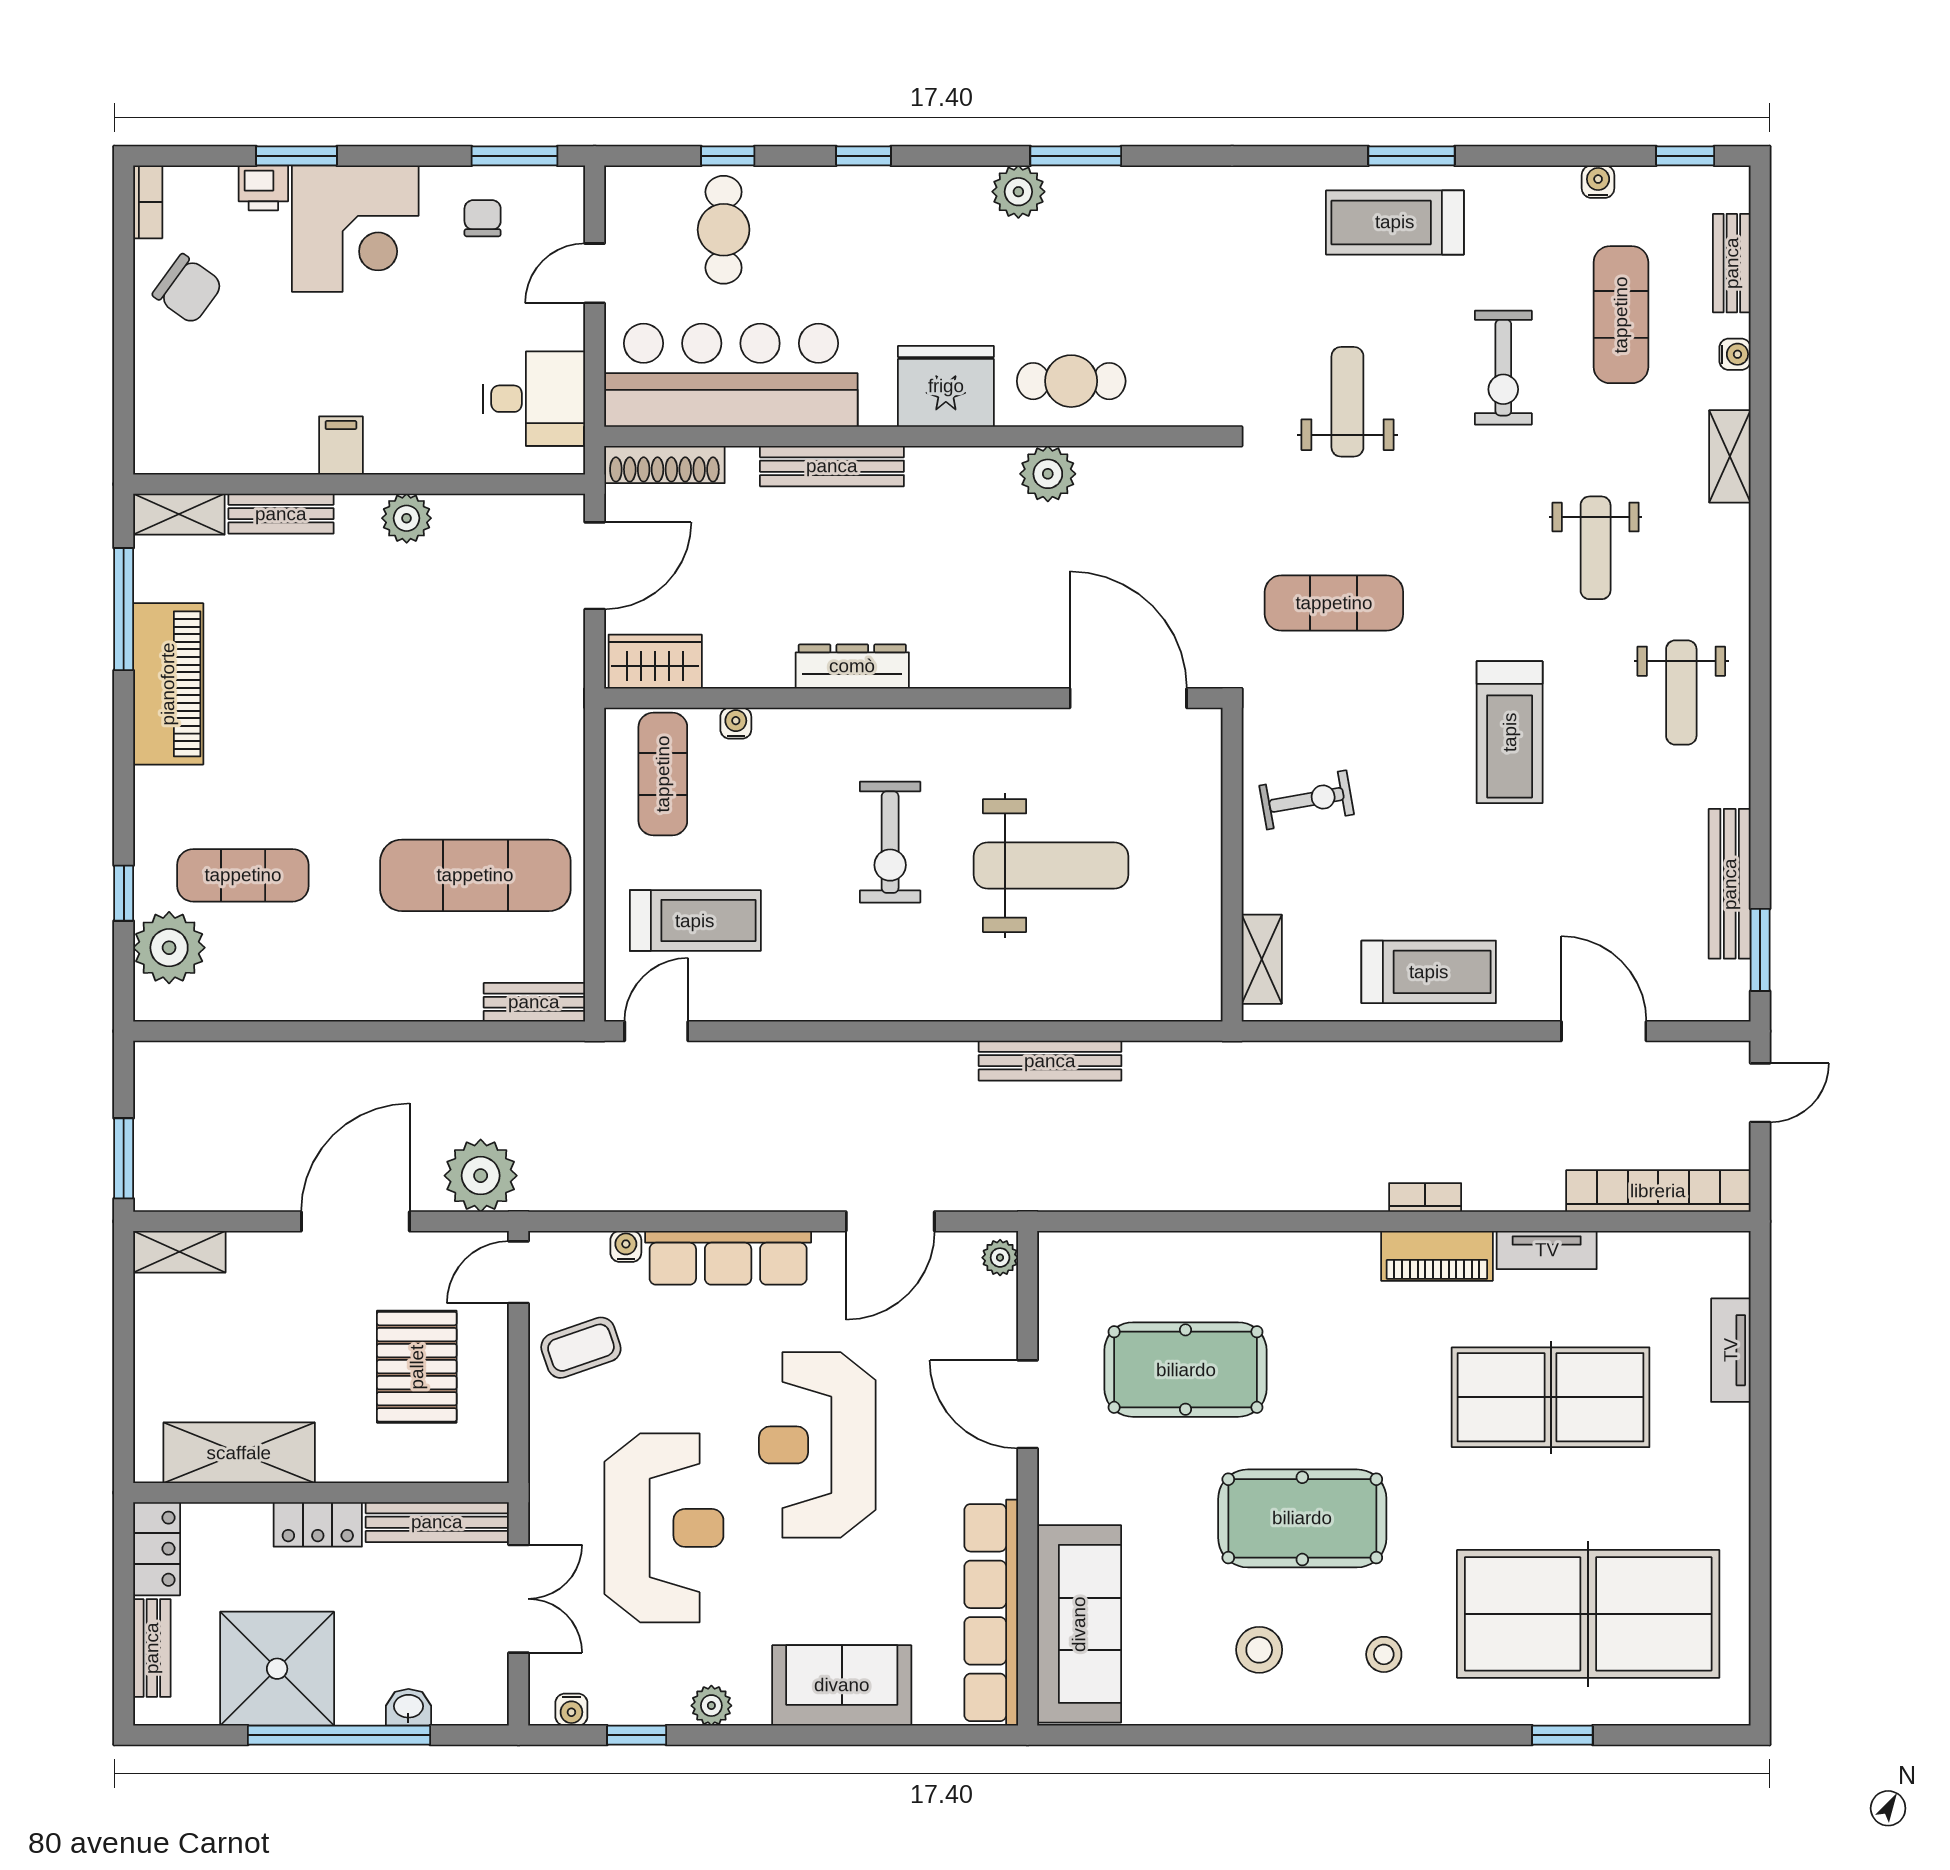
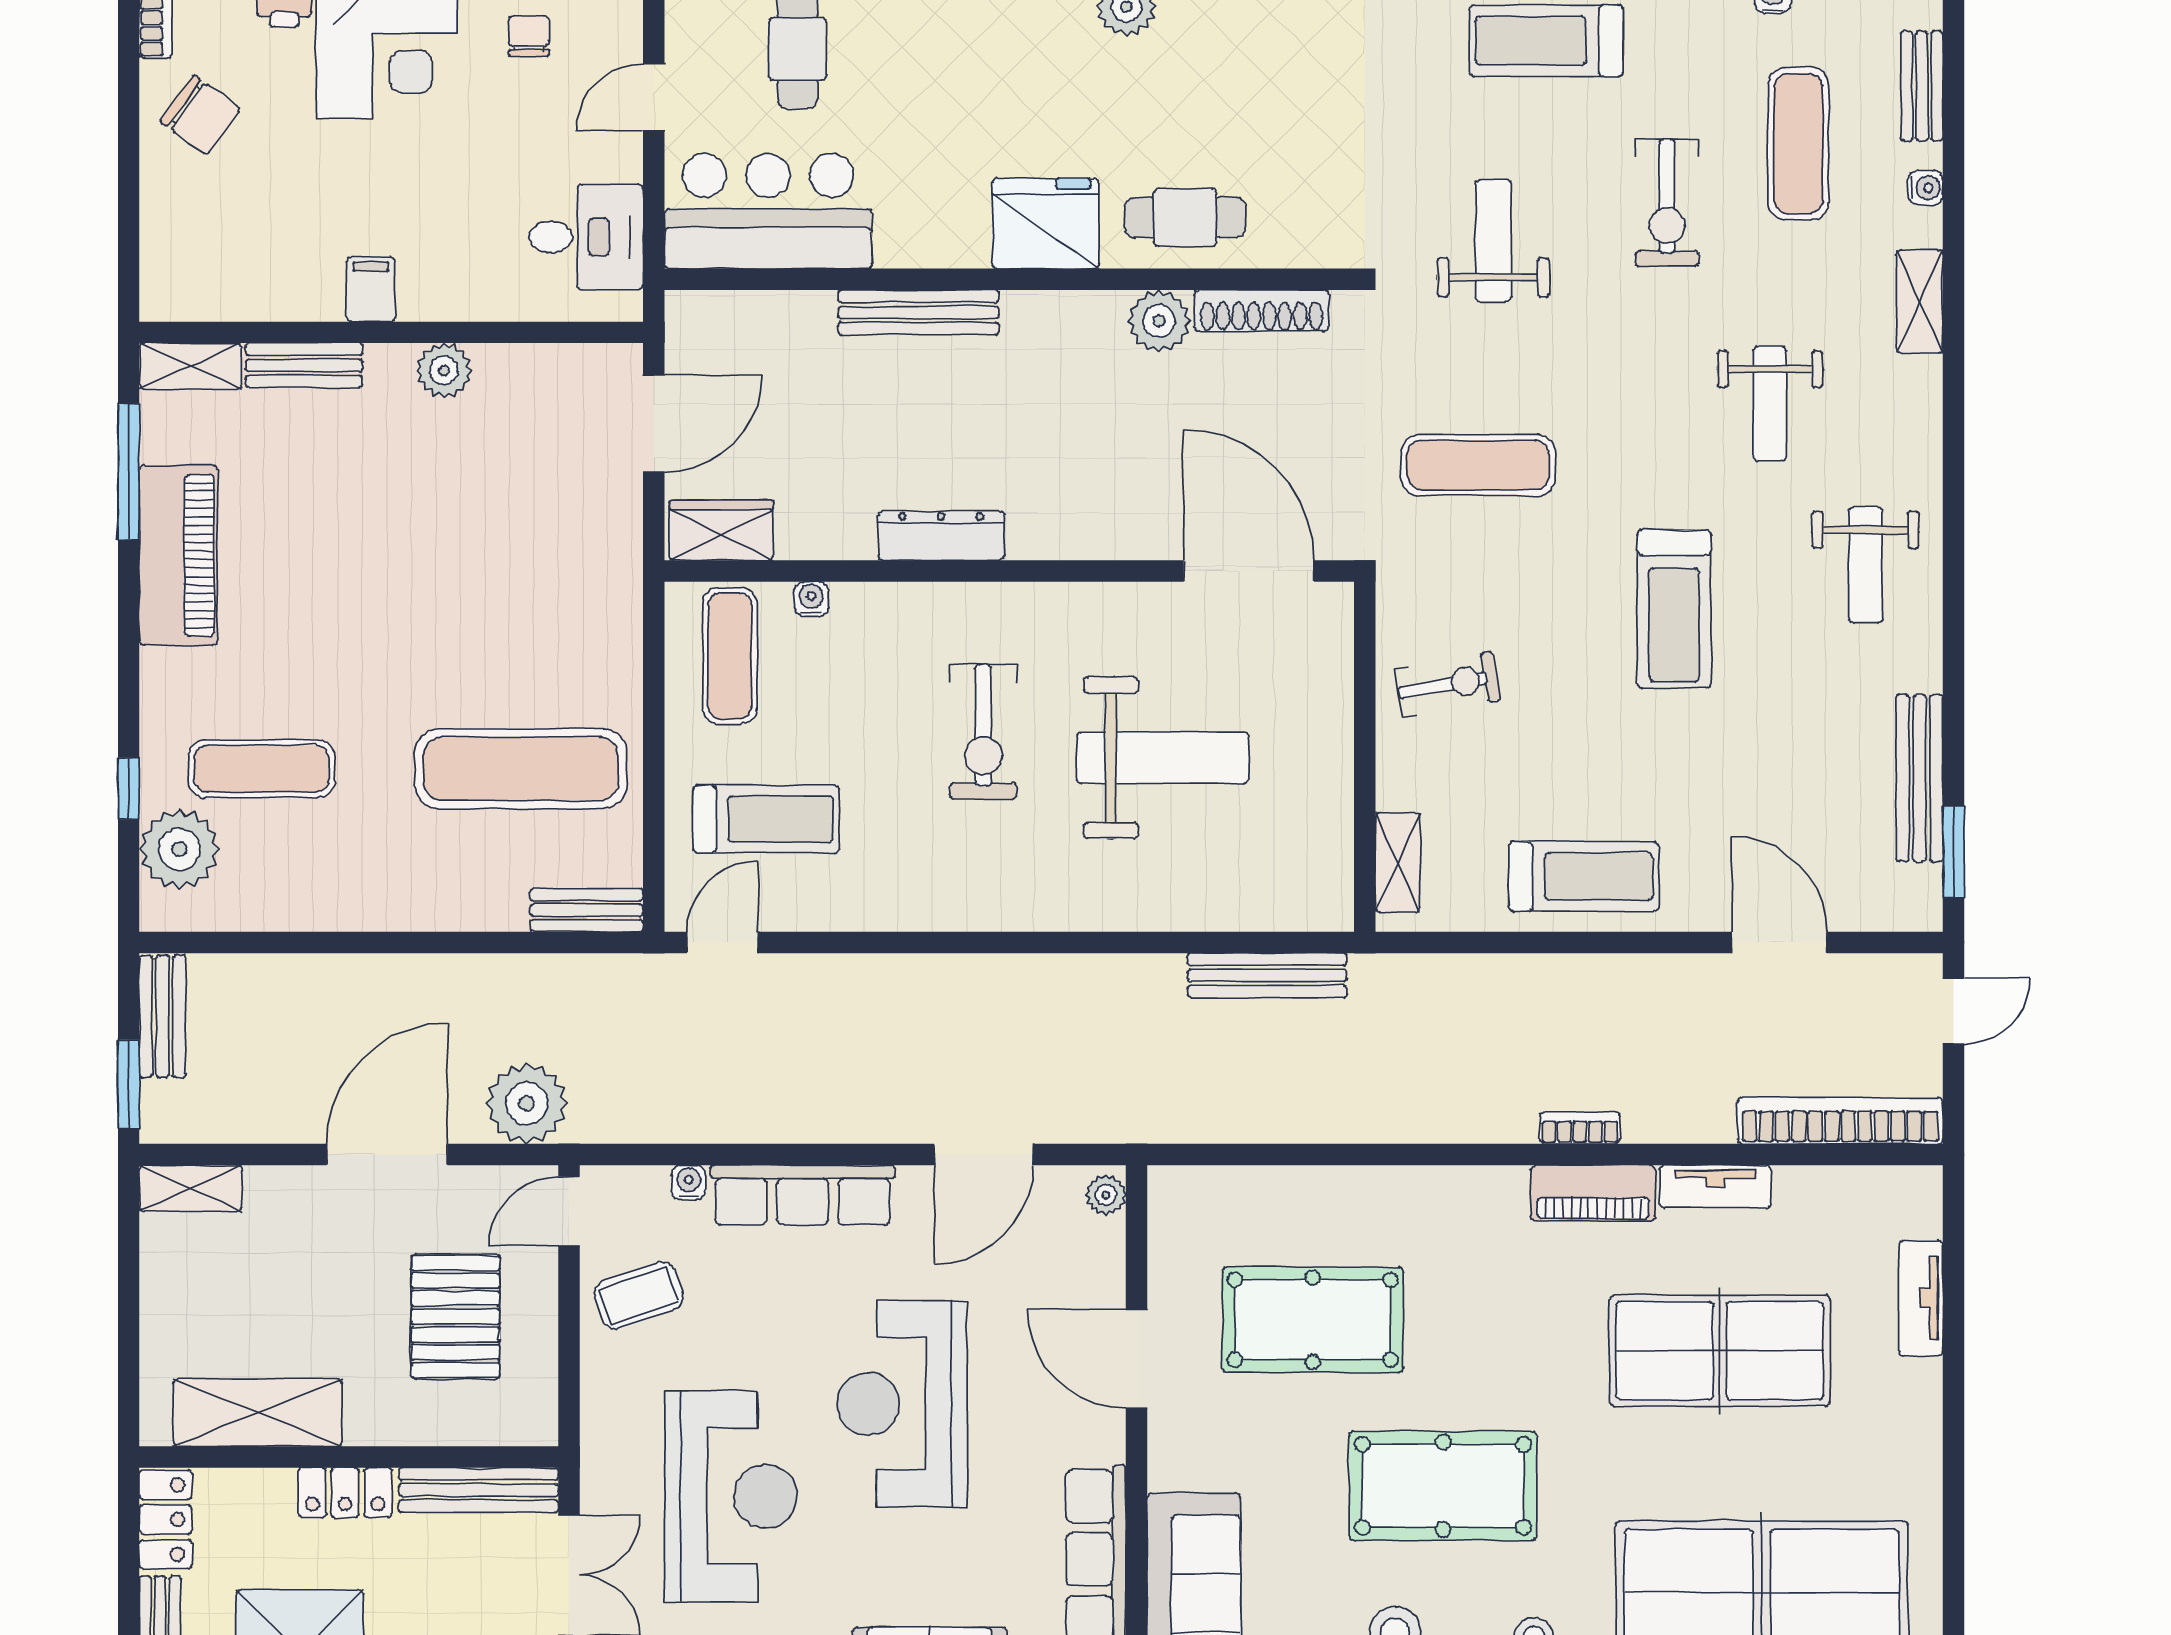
bar counter: (731, 375) -> (768, 211), width x0.73
shoe rack: (664, 465) -> (1262, 311), moved
bench: (1050, 1061) -> (1267, 975), moved
bench: (154, 1098) -> (163, 1016), added

